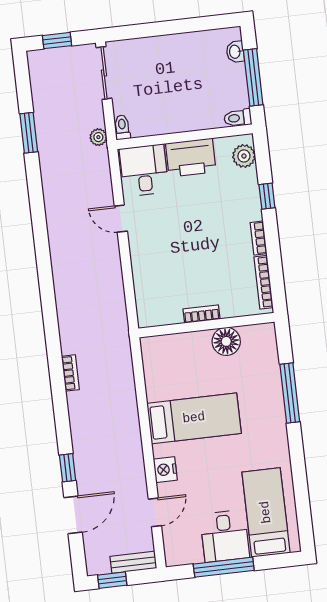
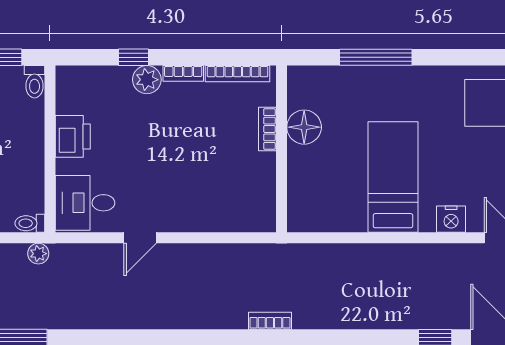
plant: (244, 156) -> (147, 80), moved
printer: (191, 158) -> (73, 136), width x0.73, depth x0.84
bookcase: (202, 314) -> (267, 129), moved
bookcase: (70, 373) -> (270, 321), moved

